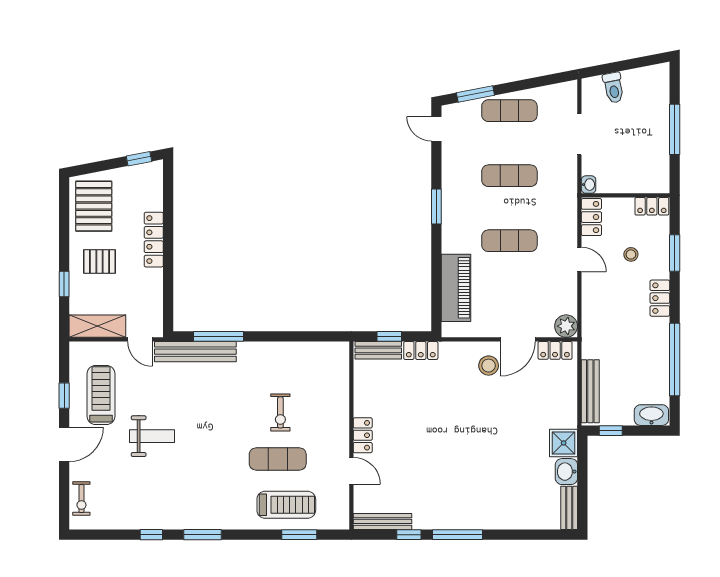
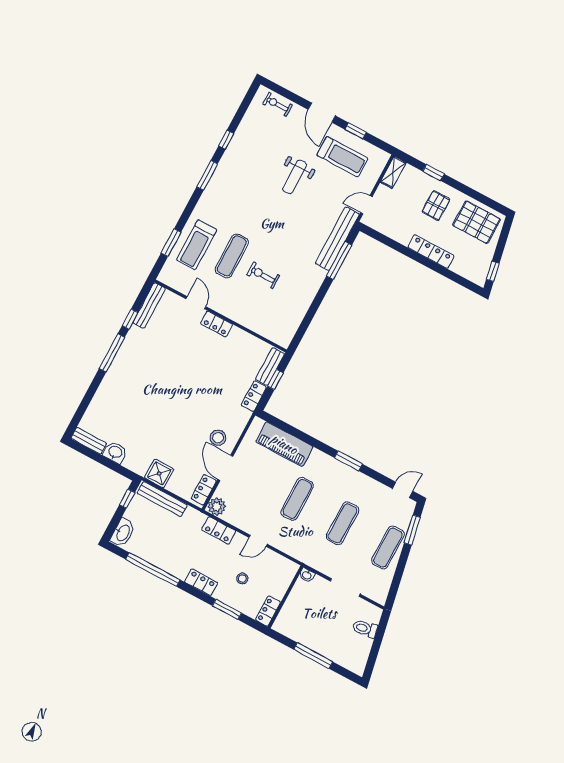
locker: (591, 217) -> (219, 530), moved
shelving: (97, 326) -> (393, 172), width x0.67, depth x0.75
shower: (564, 443) -> (159, 473), moved
door: (351, 471) -> (196, 303), swing flipped

